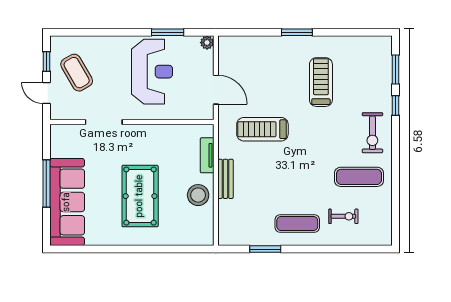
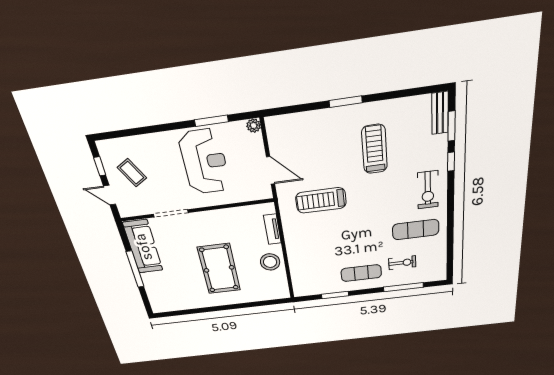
coffee table: (77, 73) -> (132, 173), width x0.73, depth x0.77
bench: (225, 179) -> (440, 113), moved
sofa: (67, 202) -> (143, 247), moved, width x0.74, depth x0.79
window: (344, 249) -> (403, 287), added

